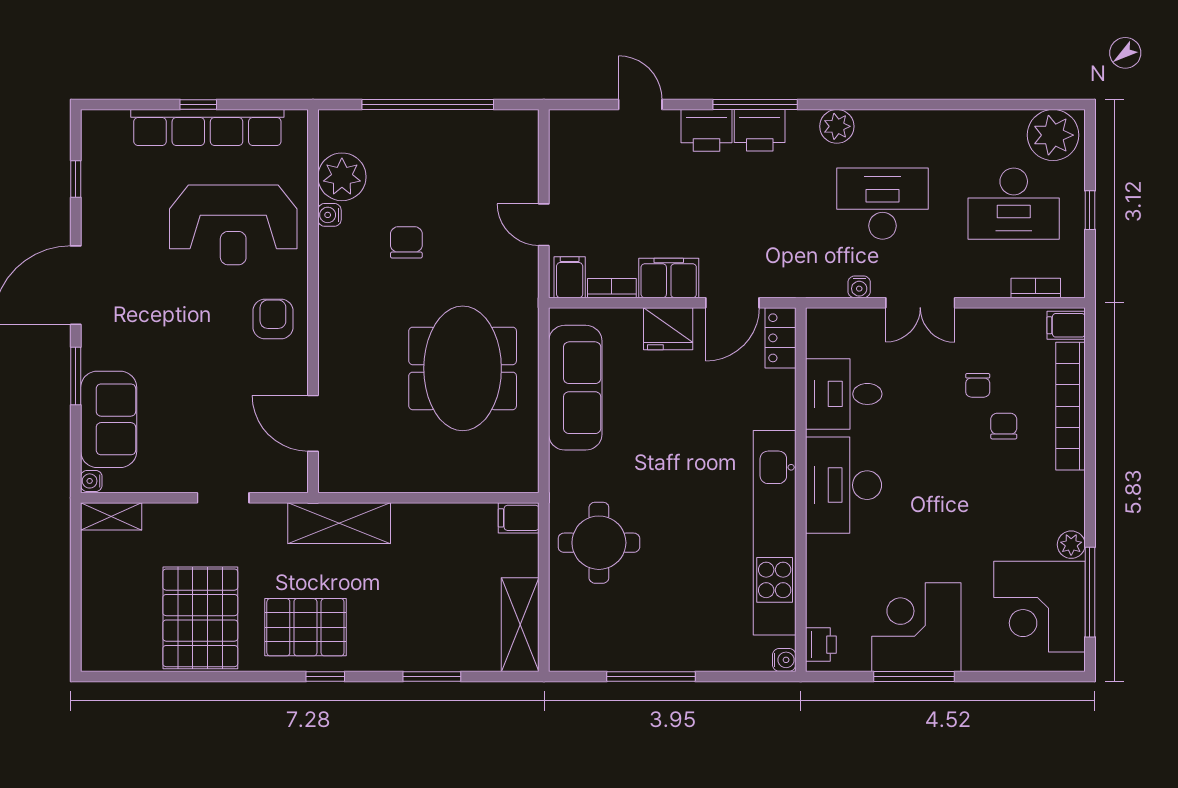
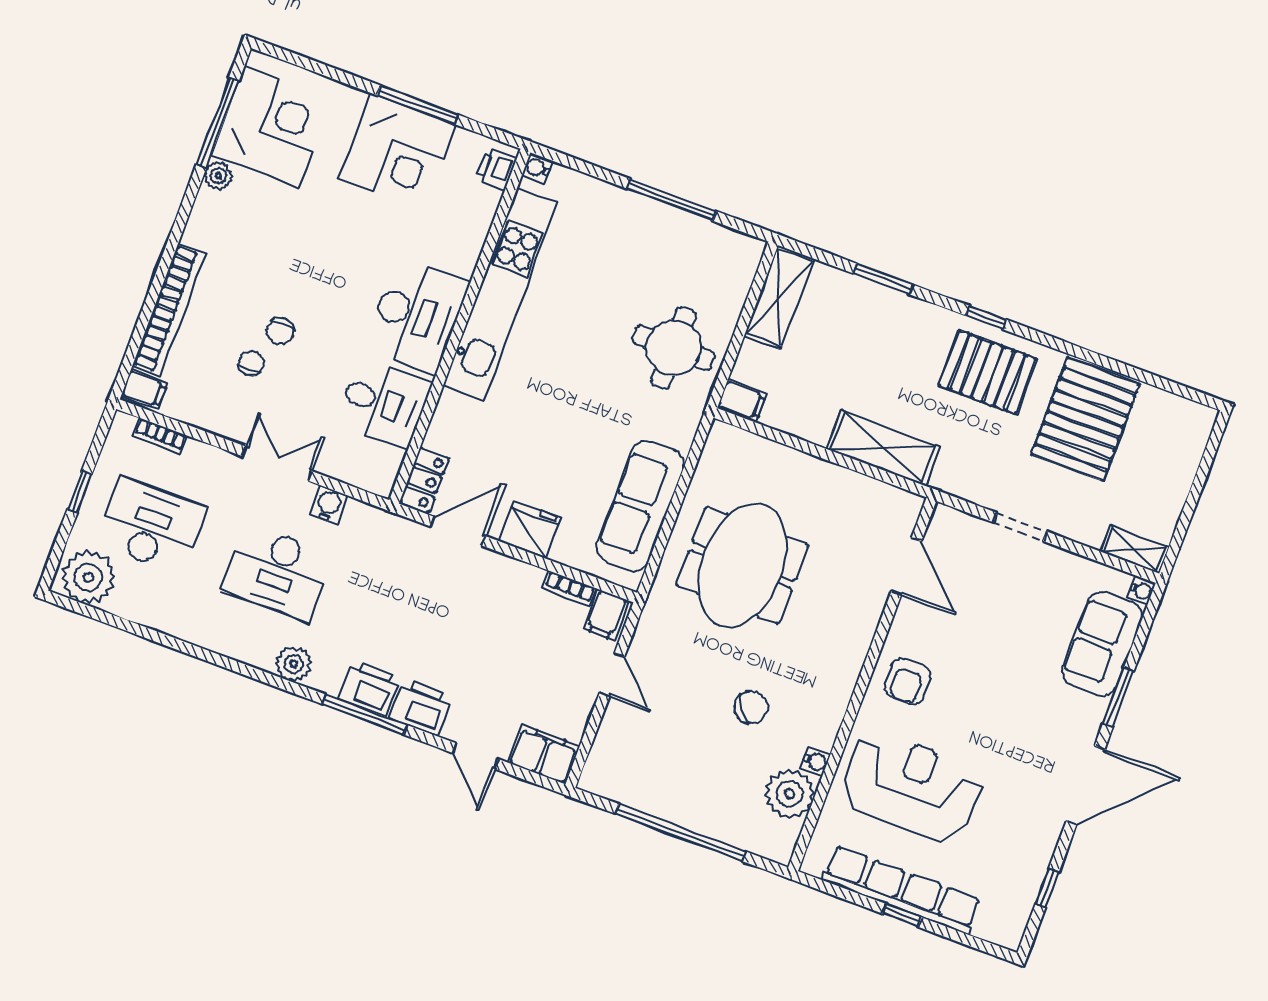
chair: (406, 242) -> (751, 707), turned -126
filing cabinet: (669, 278) -> (544, 754), moved, turned 180
water cooler: (859, 287) -> (329, 505), width x1.38, depth x1.38
chair: (1004, 426) -> (280, 331), moved
shelving: (339, 523) -> (883, 448), moved

